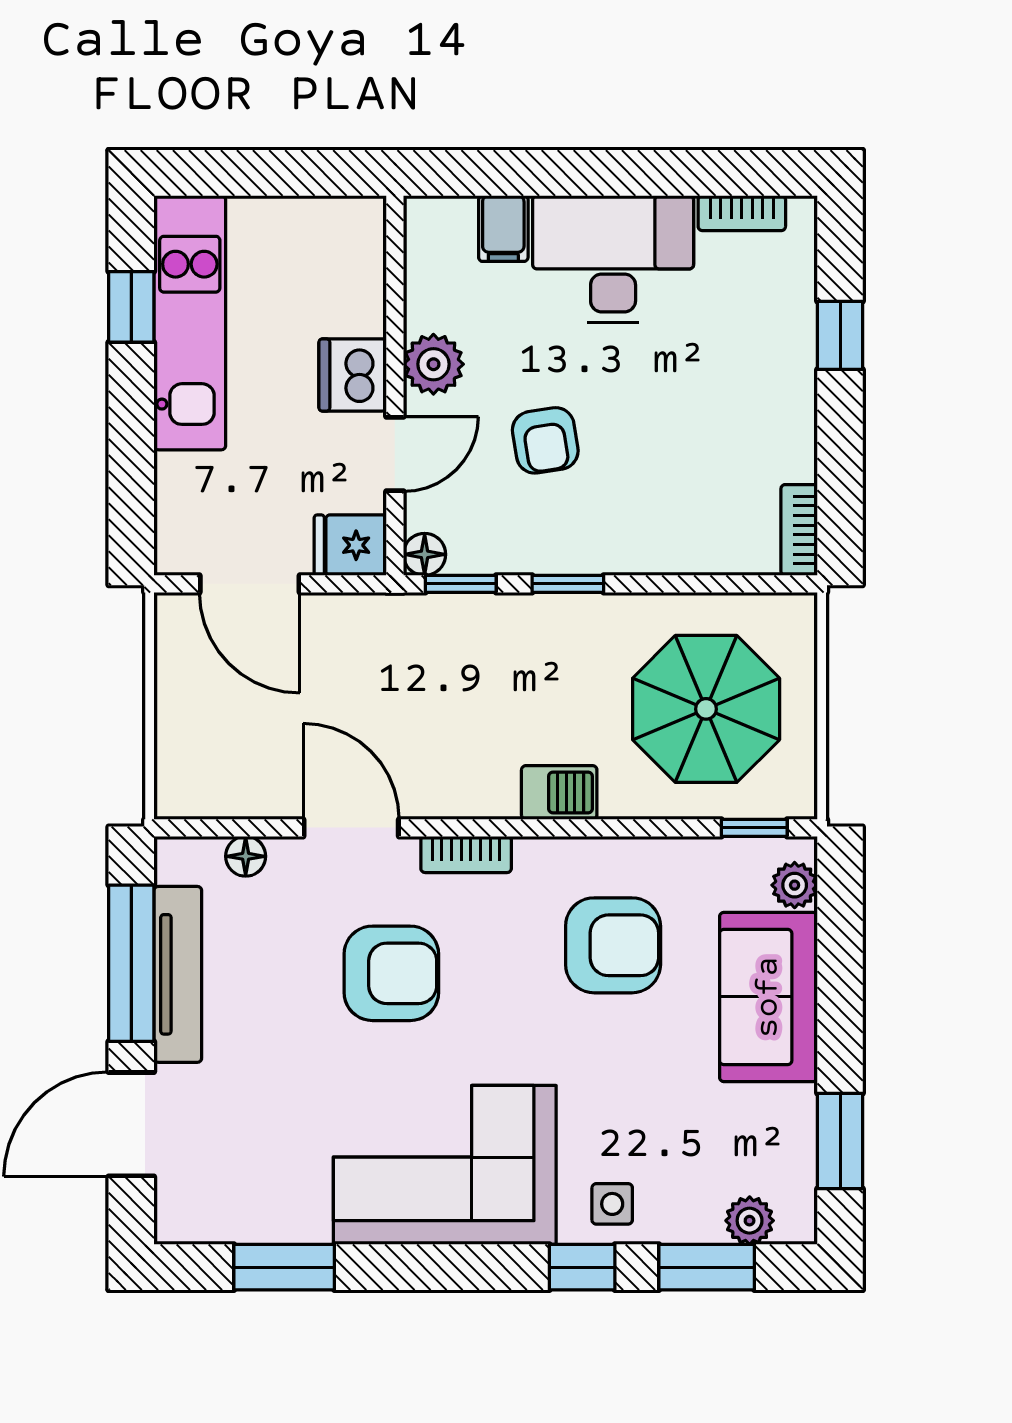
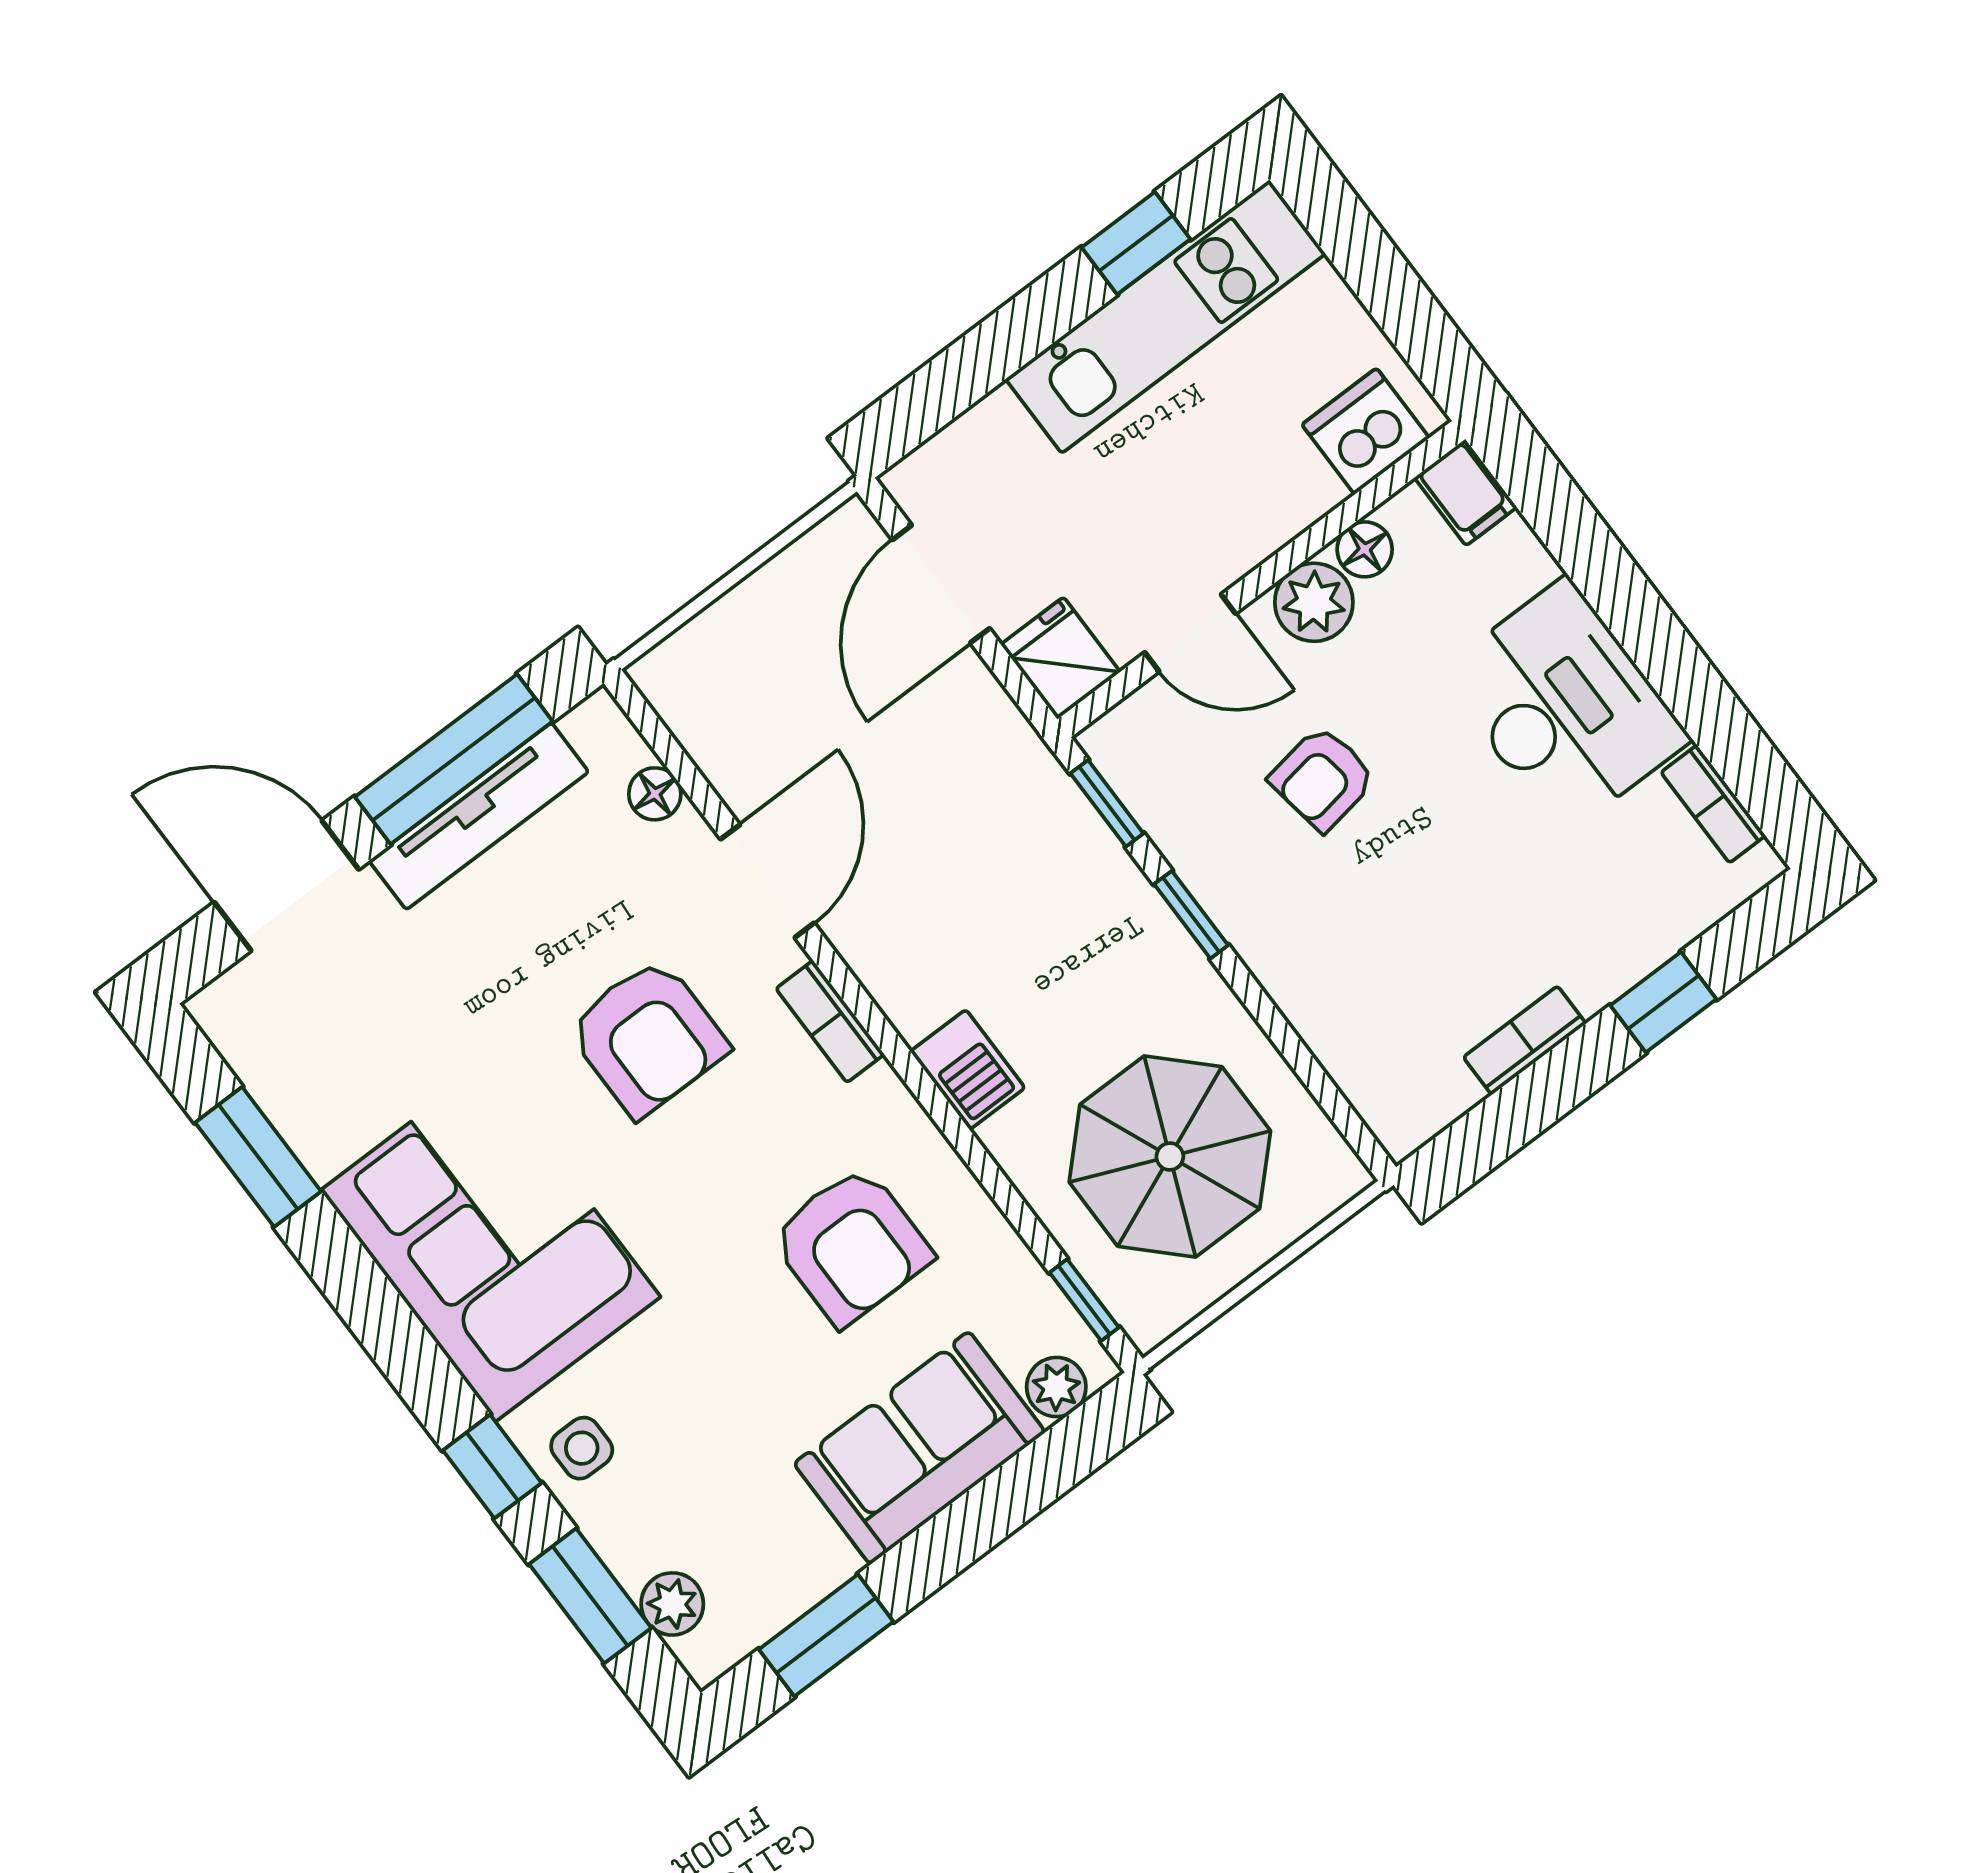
filing cabinet: (503, 229) -> (1466, 492), moved, turned -90
dishwasher: (353, 375) -> (1366, 431), moved
bookcase: (799, 530) -> (1525, 1040), moved
floor lamp: (425, 554) -> (1365, 549), moved

